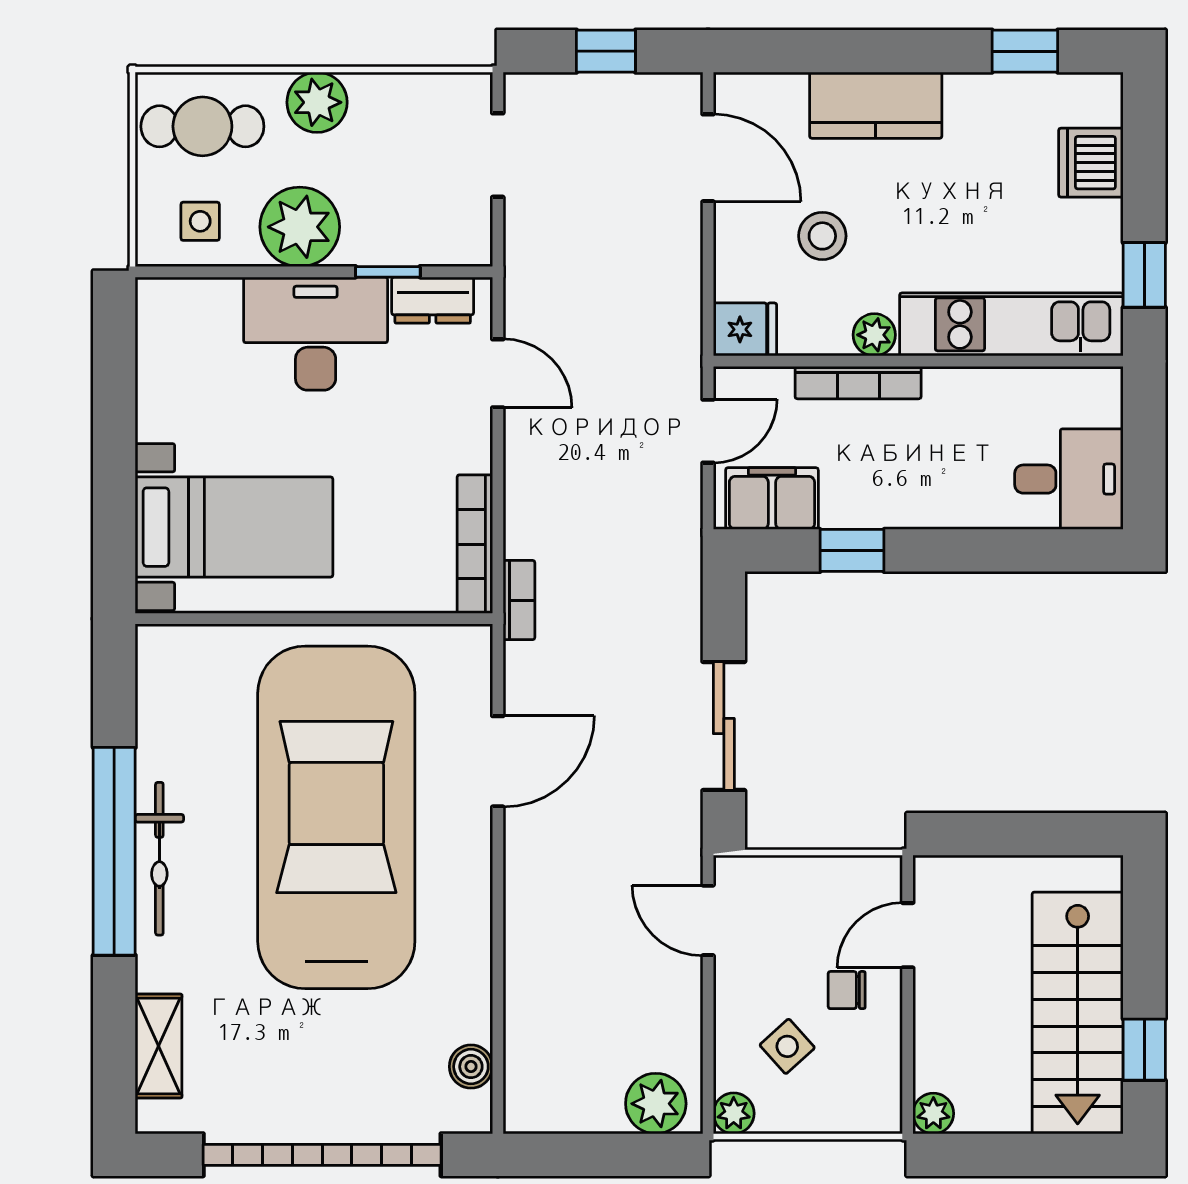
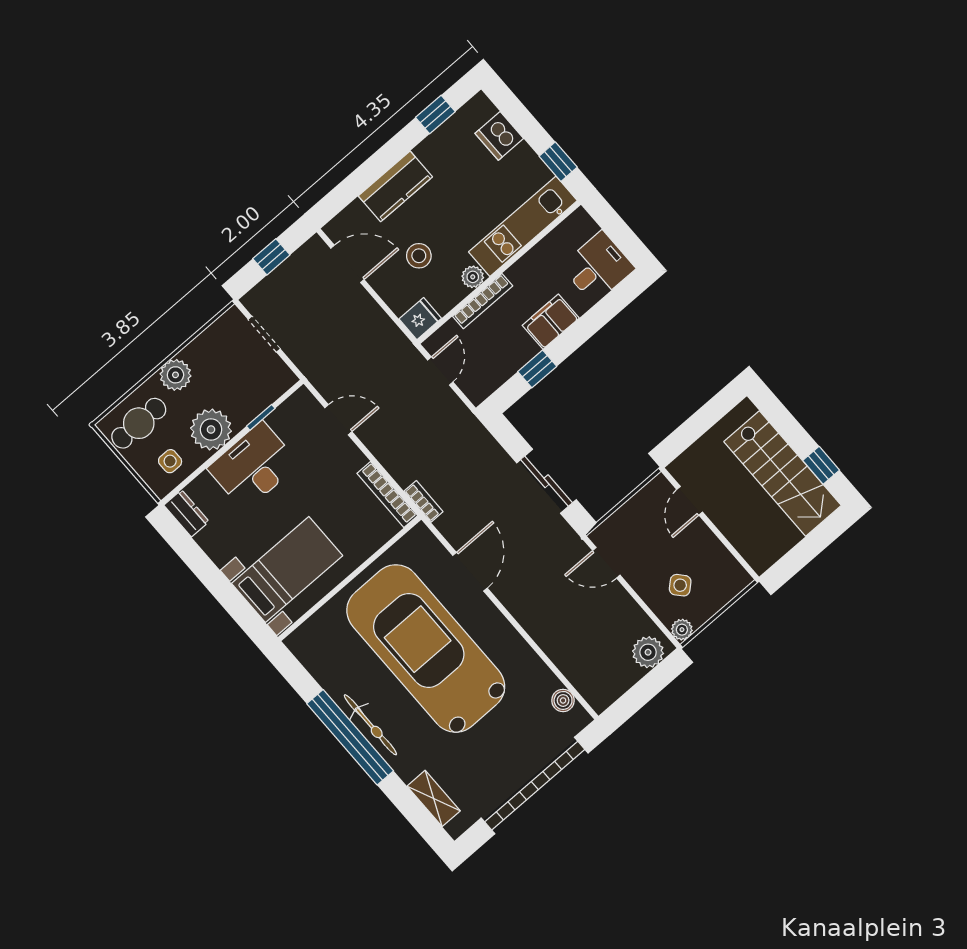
dresser: (433, 300) -> (186, 513), moved, turned -90
filing cabinet: (772, 499) -> (551, 322), moved
chair: (847, 990) -> (684, 543), removed
plant: (933, 1113) -> (760, 562), removed

